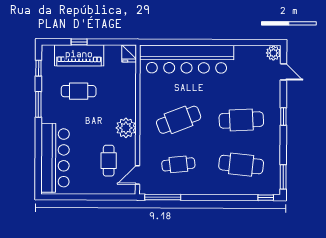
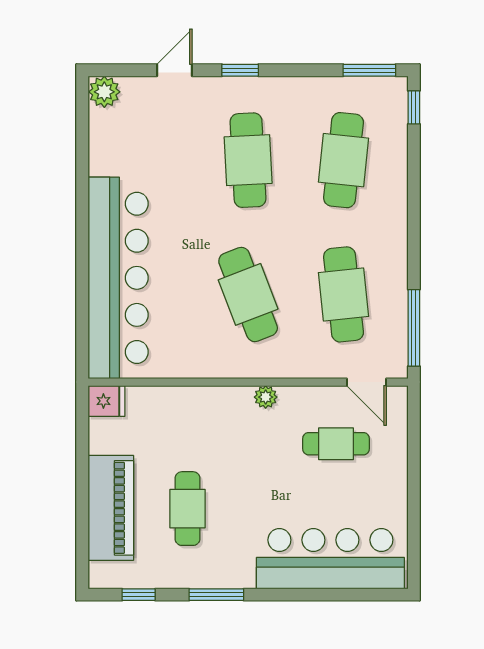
window: (79, 42) -> (82, 508), removed
door: (283, 72) -> (175, 70), moved
plant: (126, 128) -> (266, 397), width x0.53, depth x0.53
cafe table: (178, 164) -> (344, 294), width x1.37, depth x1.35

